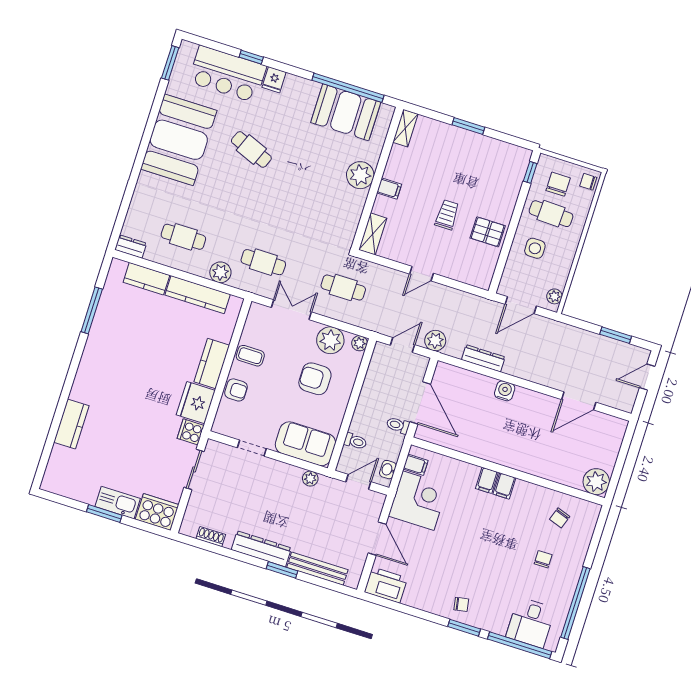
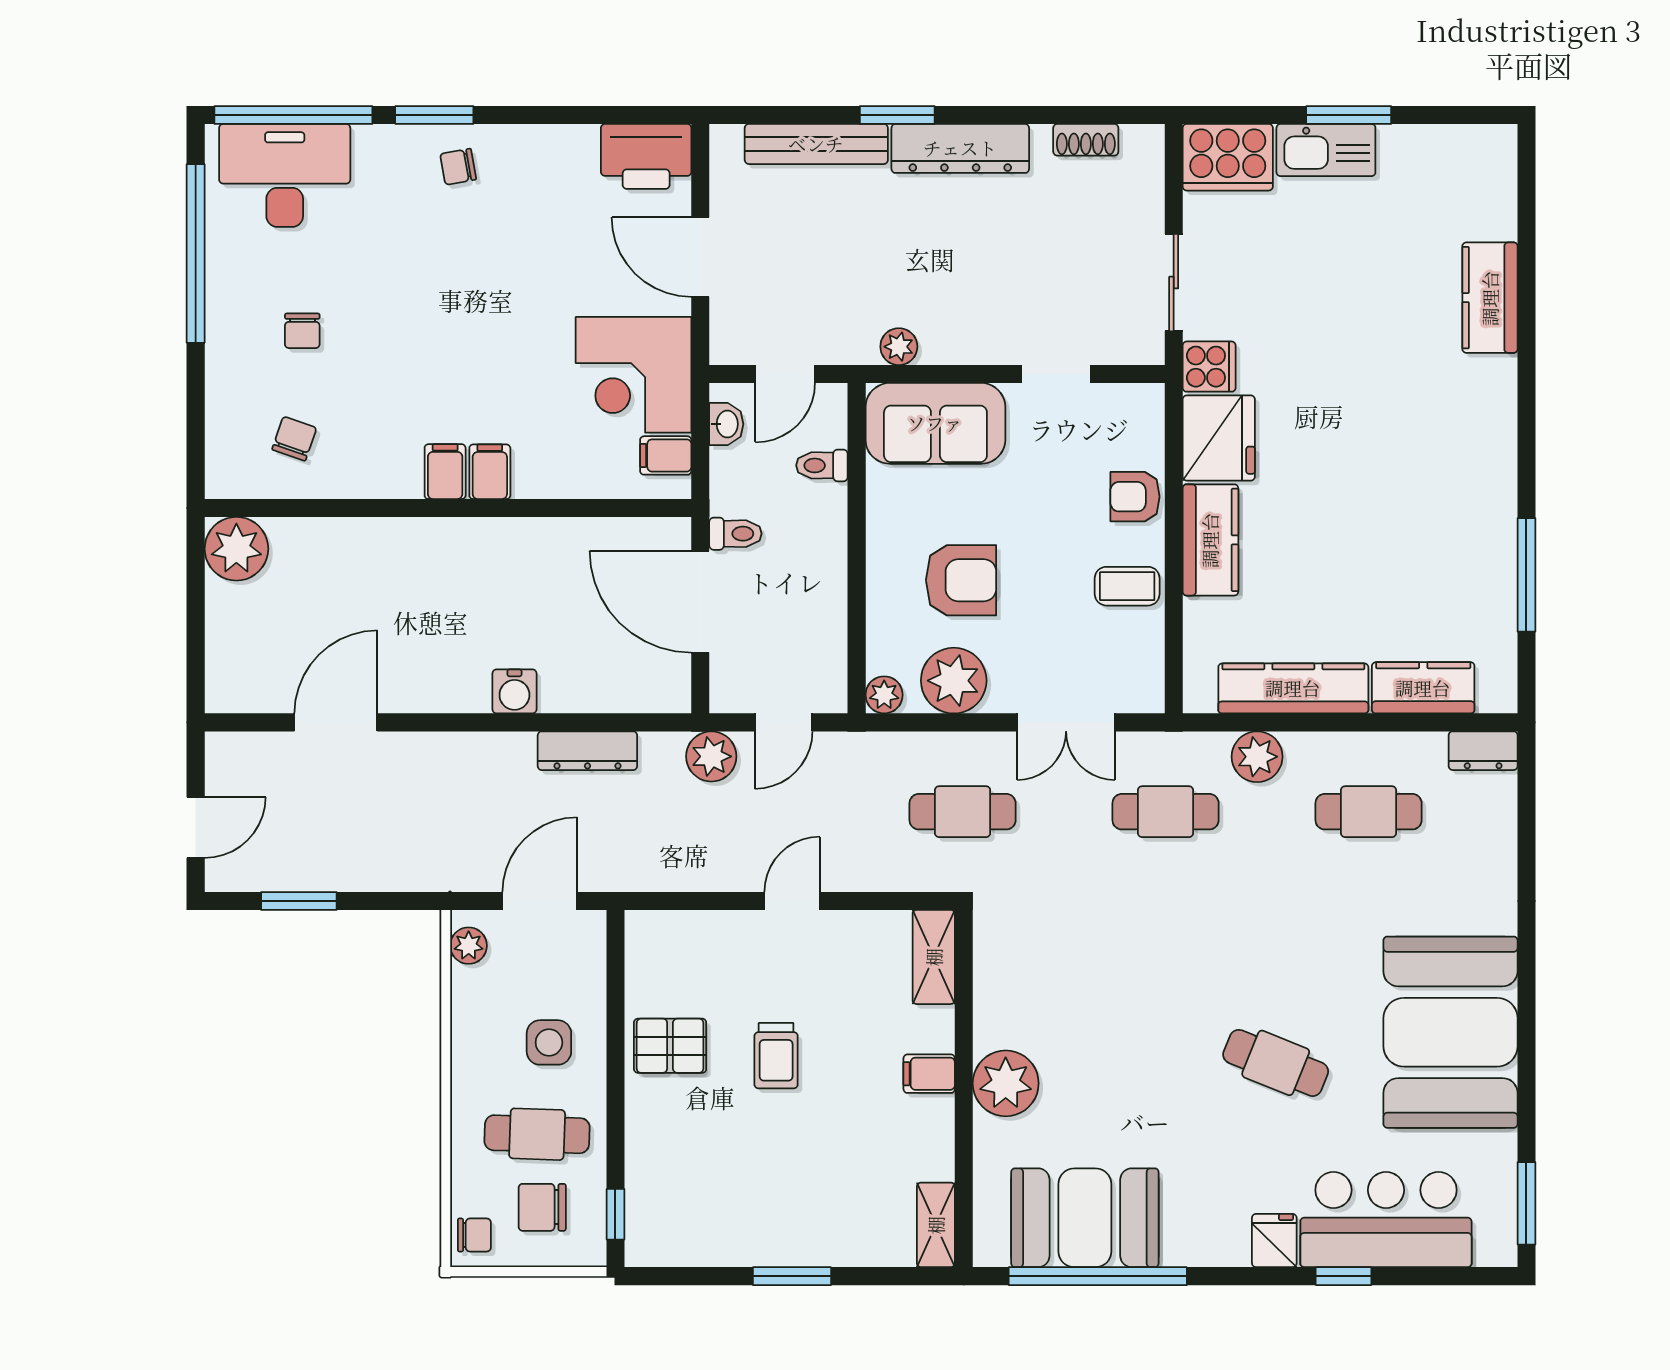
chair: (558, 184) -> (542, 1207), turned 90
desk: (531, 623) -> (285, 175), width x1.37

